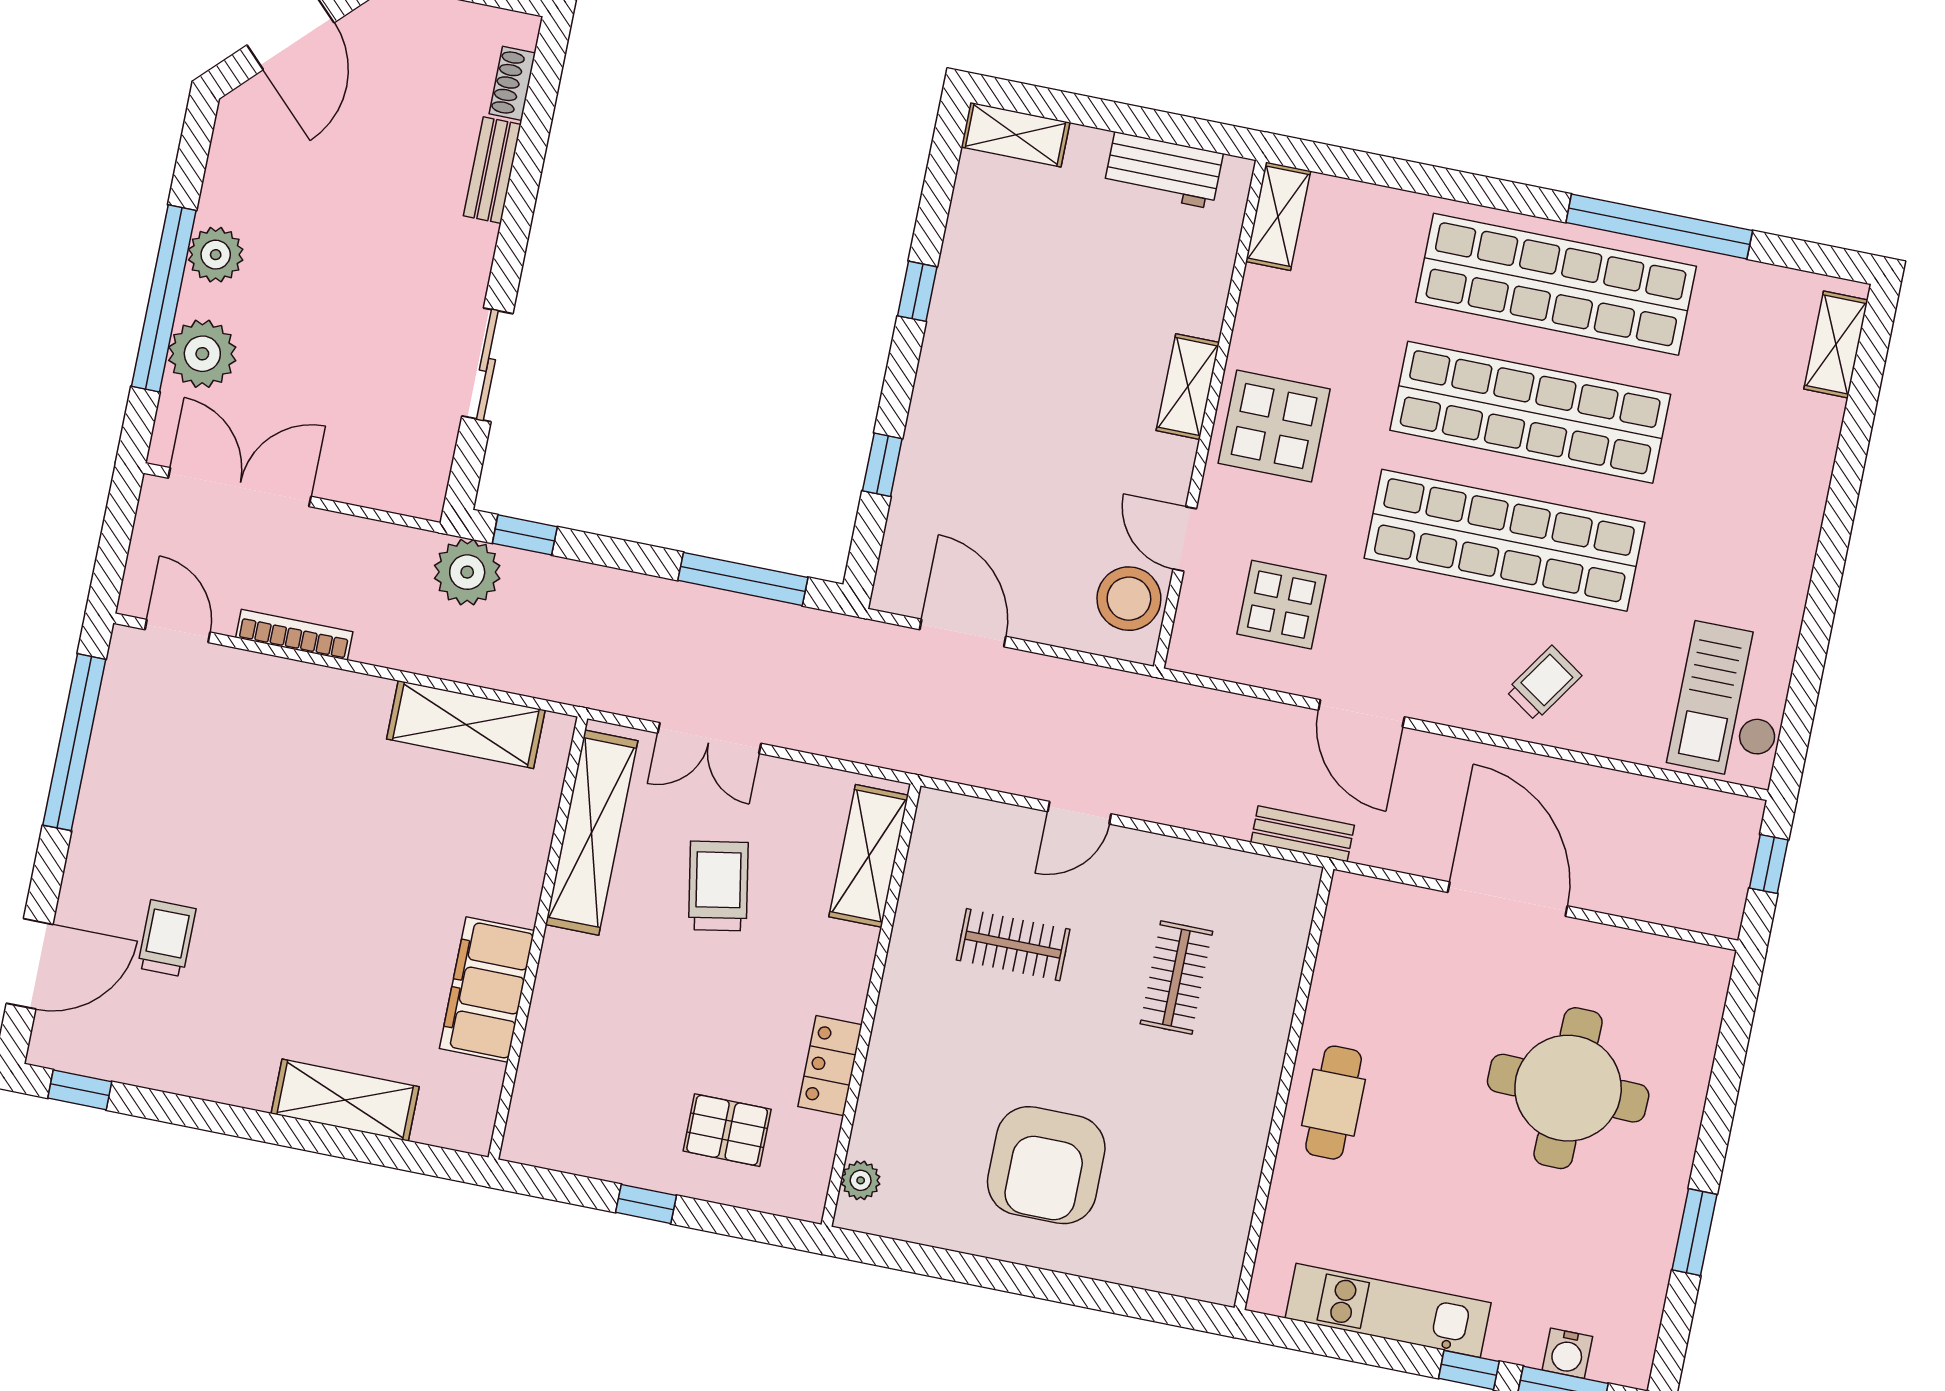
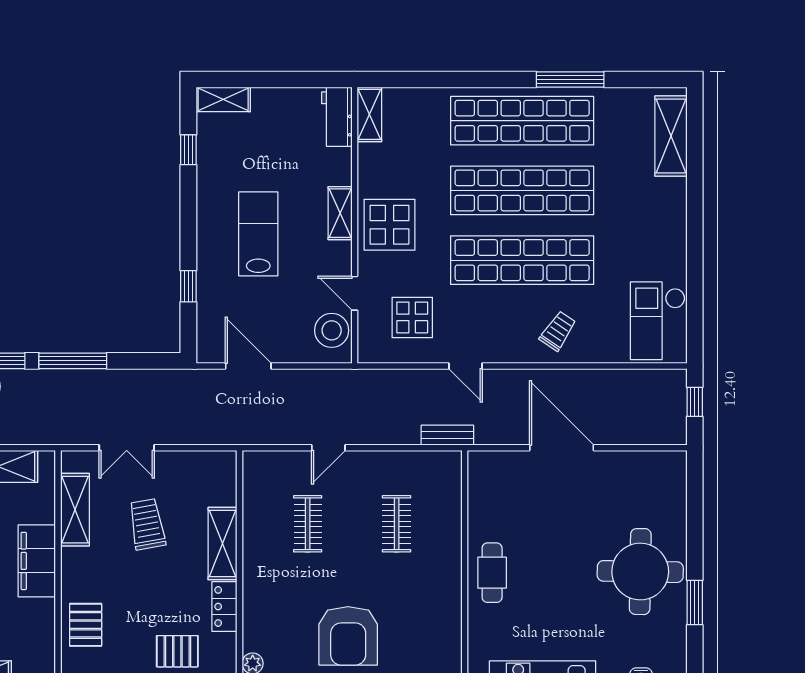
workbench: (1163, 170) -> (337, 117), moved, turned 90
window: (1659, 226) -> (570, 80), width x0.68
window: (917, 291) -> (188, 150), moved
shelving: (1836, 345) -> (671, 136), width x1.50, depth x1.33
lab bench: (1030, 394) -> (258, 234), added
window: (743, 579) -> (73, 361), moved
door: (1361, 713) -> (466, 366), width x0.73
shelving: (592, 833) -> (75, 510), width x0.68
shelving: (869, 856) -> (223, 544), moved
clothes rail: (1013, 945) -> (308, 524), turned 90
filing cabinet: (487, 990) -> (37, 561), moved
pallet: (569, 1048) -> (86, 625), added
round table: (1568, 1088) -> (640, 572), moved

